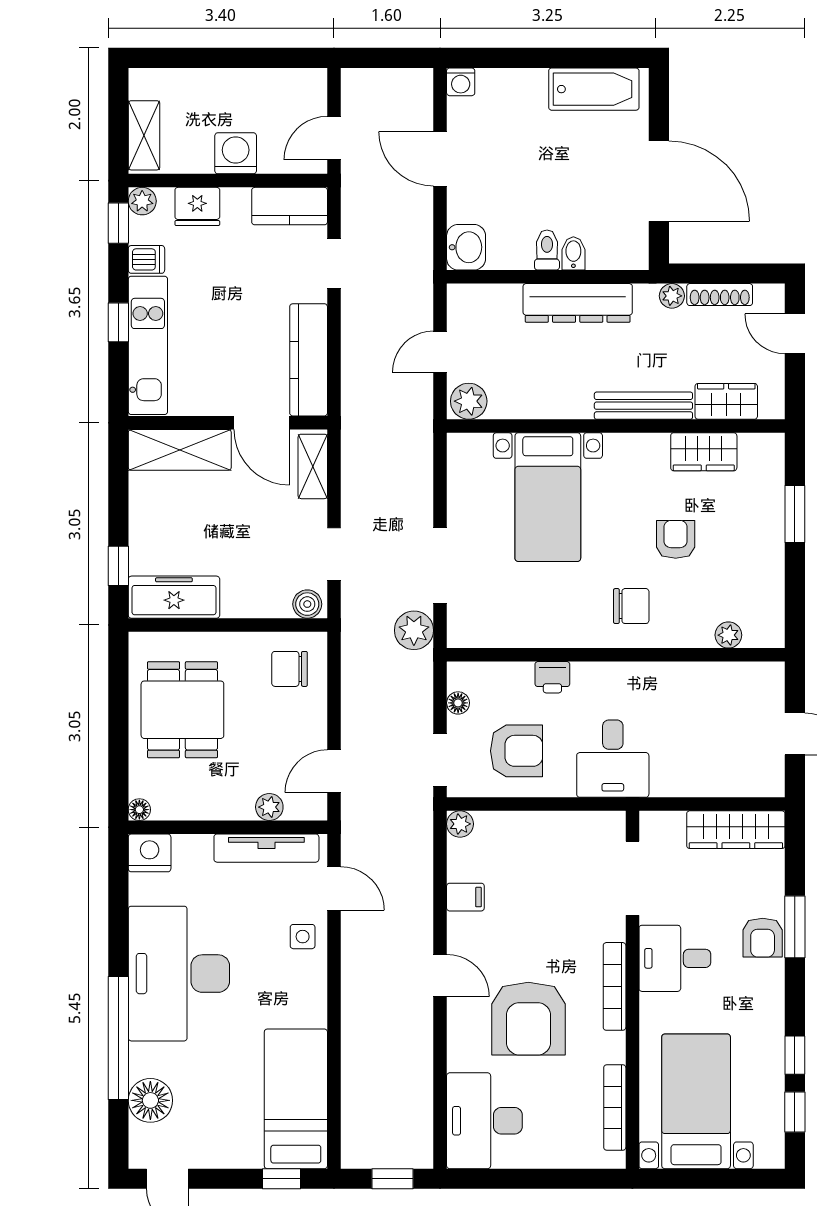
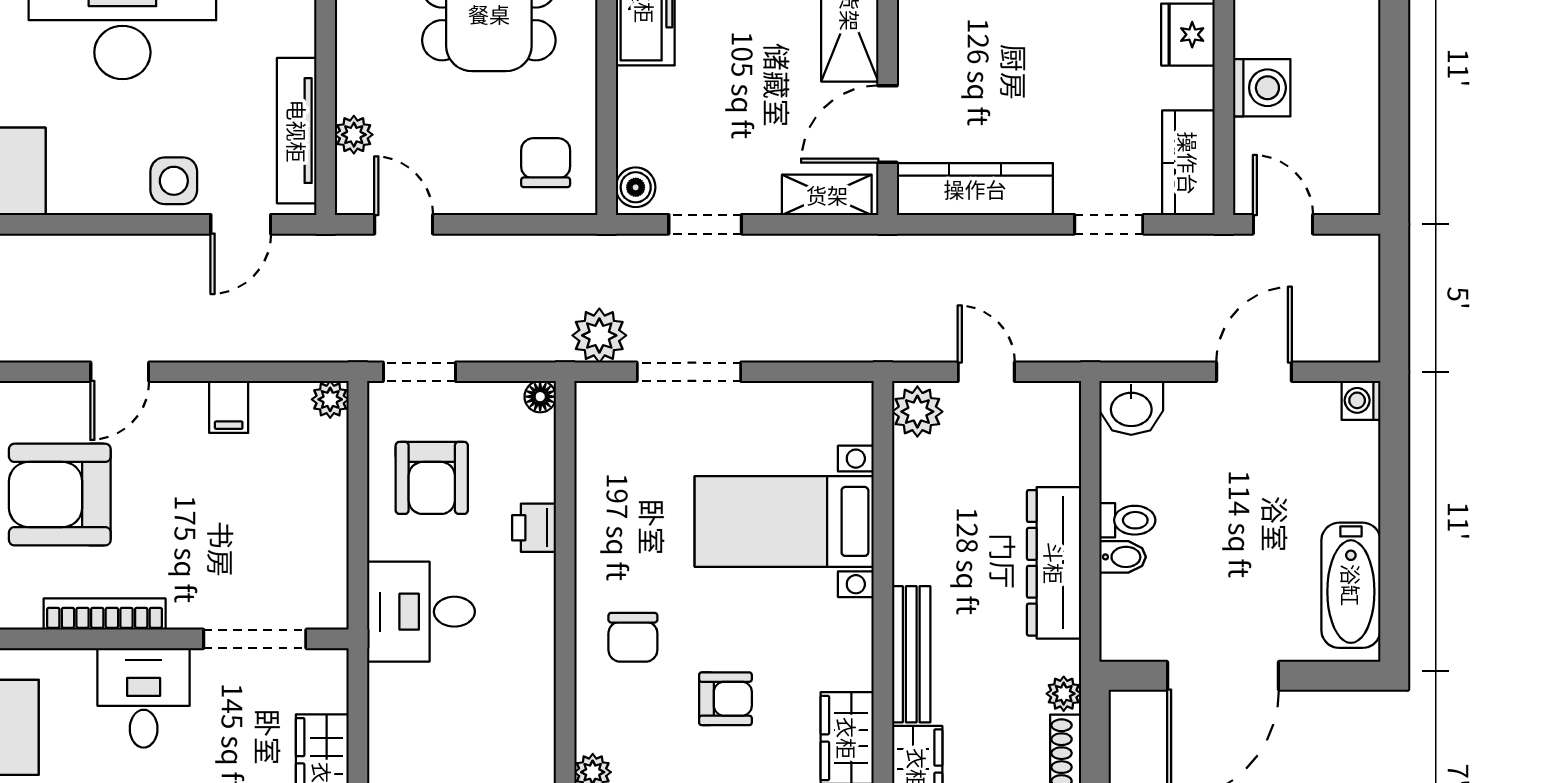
floor lamp: (458, 703) -> (540, 397), moved
side table: (303, 937) -> (174, 181), width x1.37, depth x1.37

